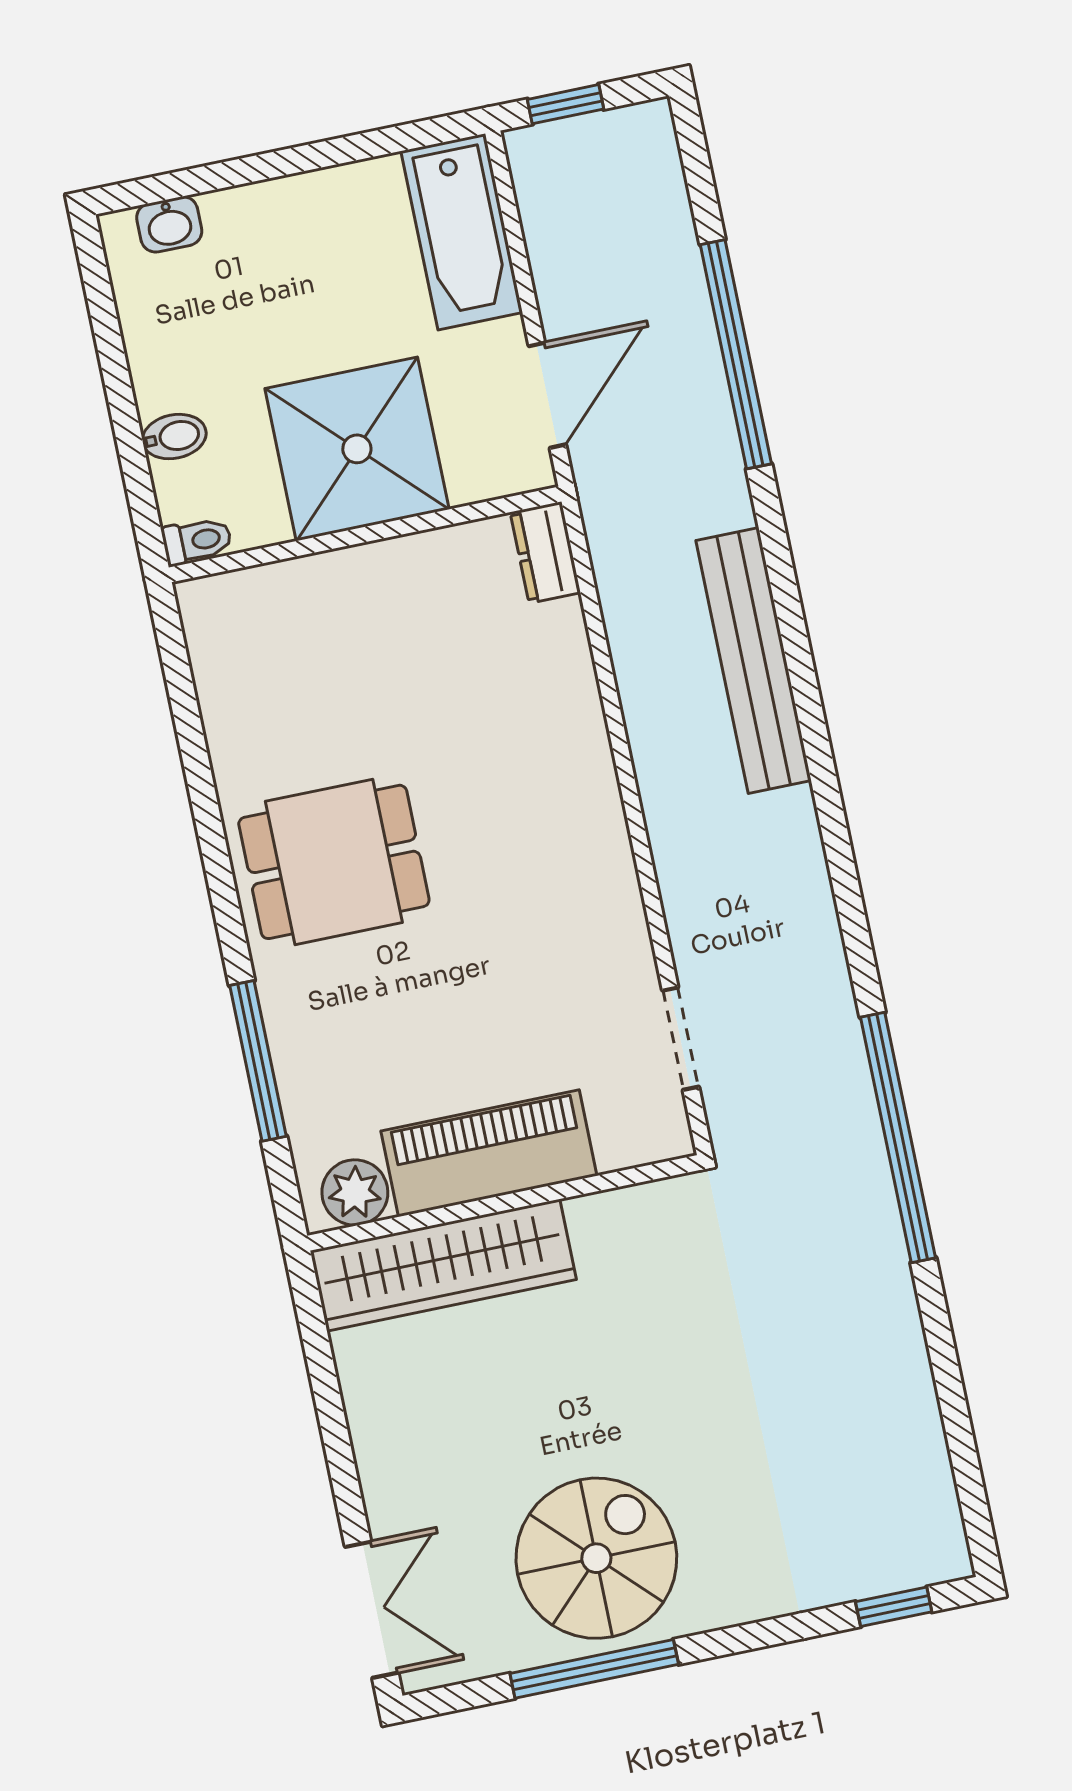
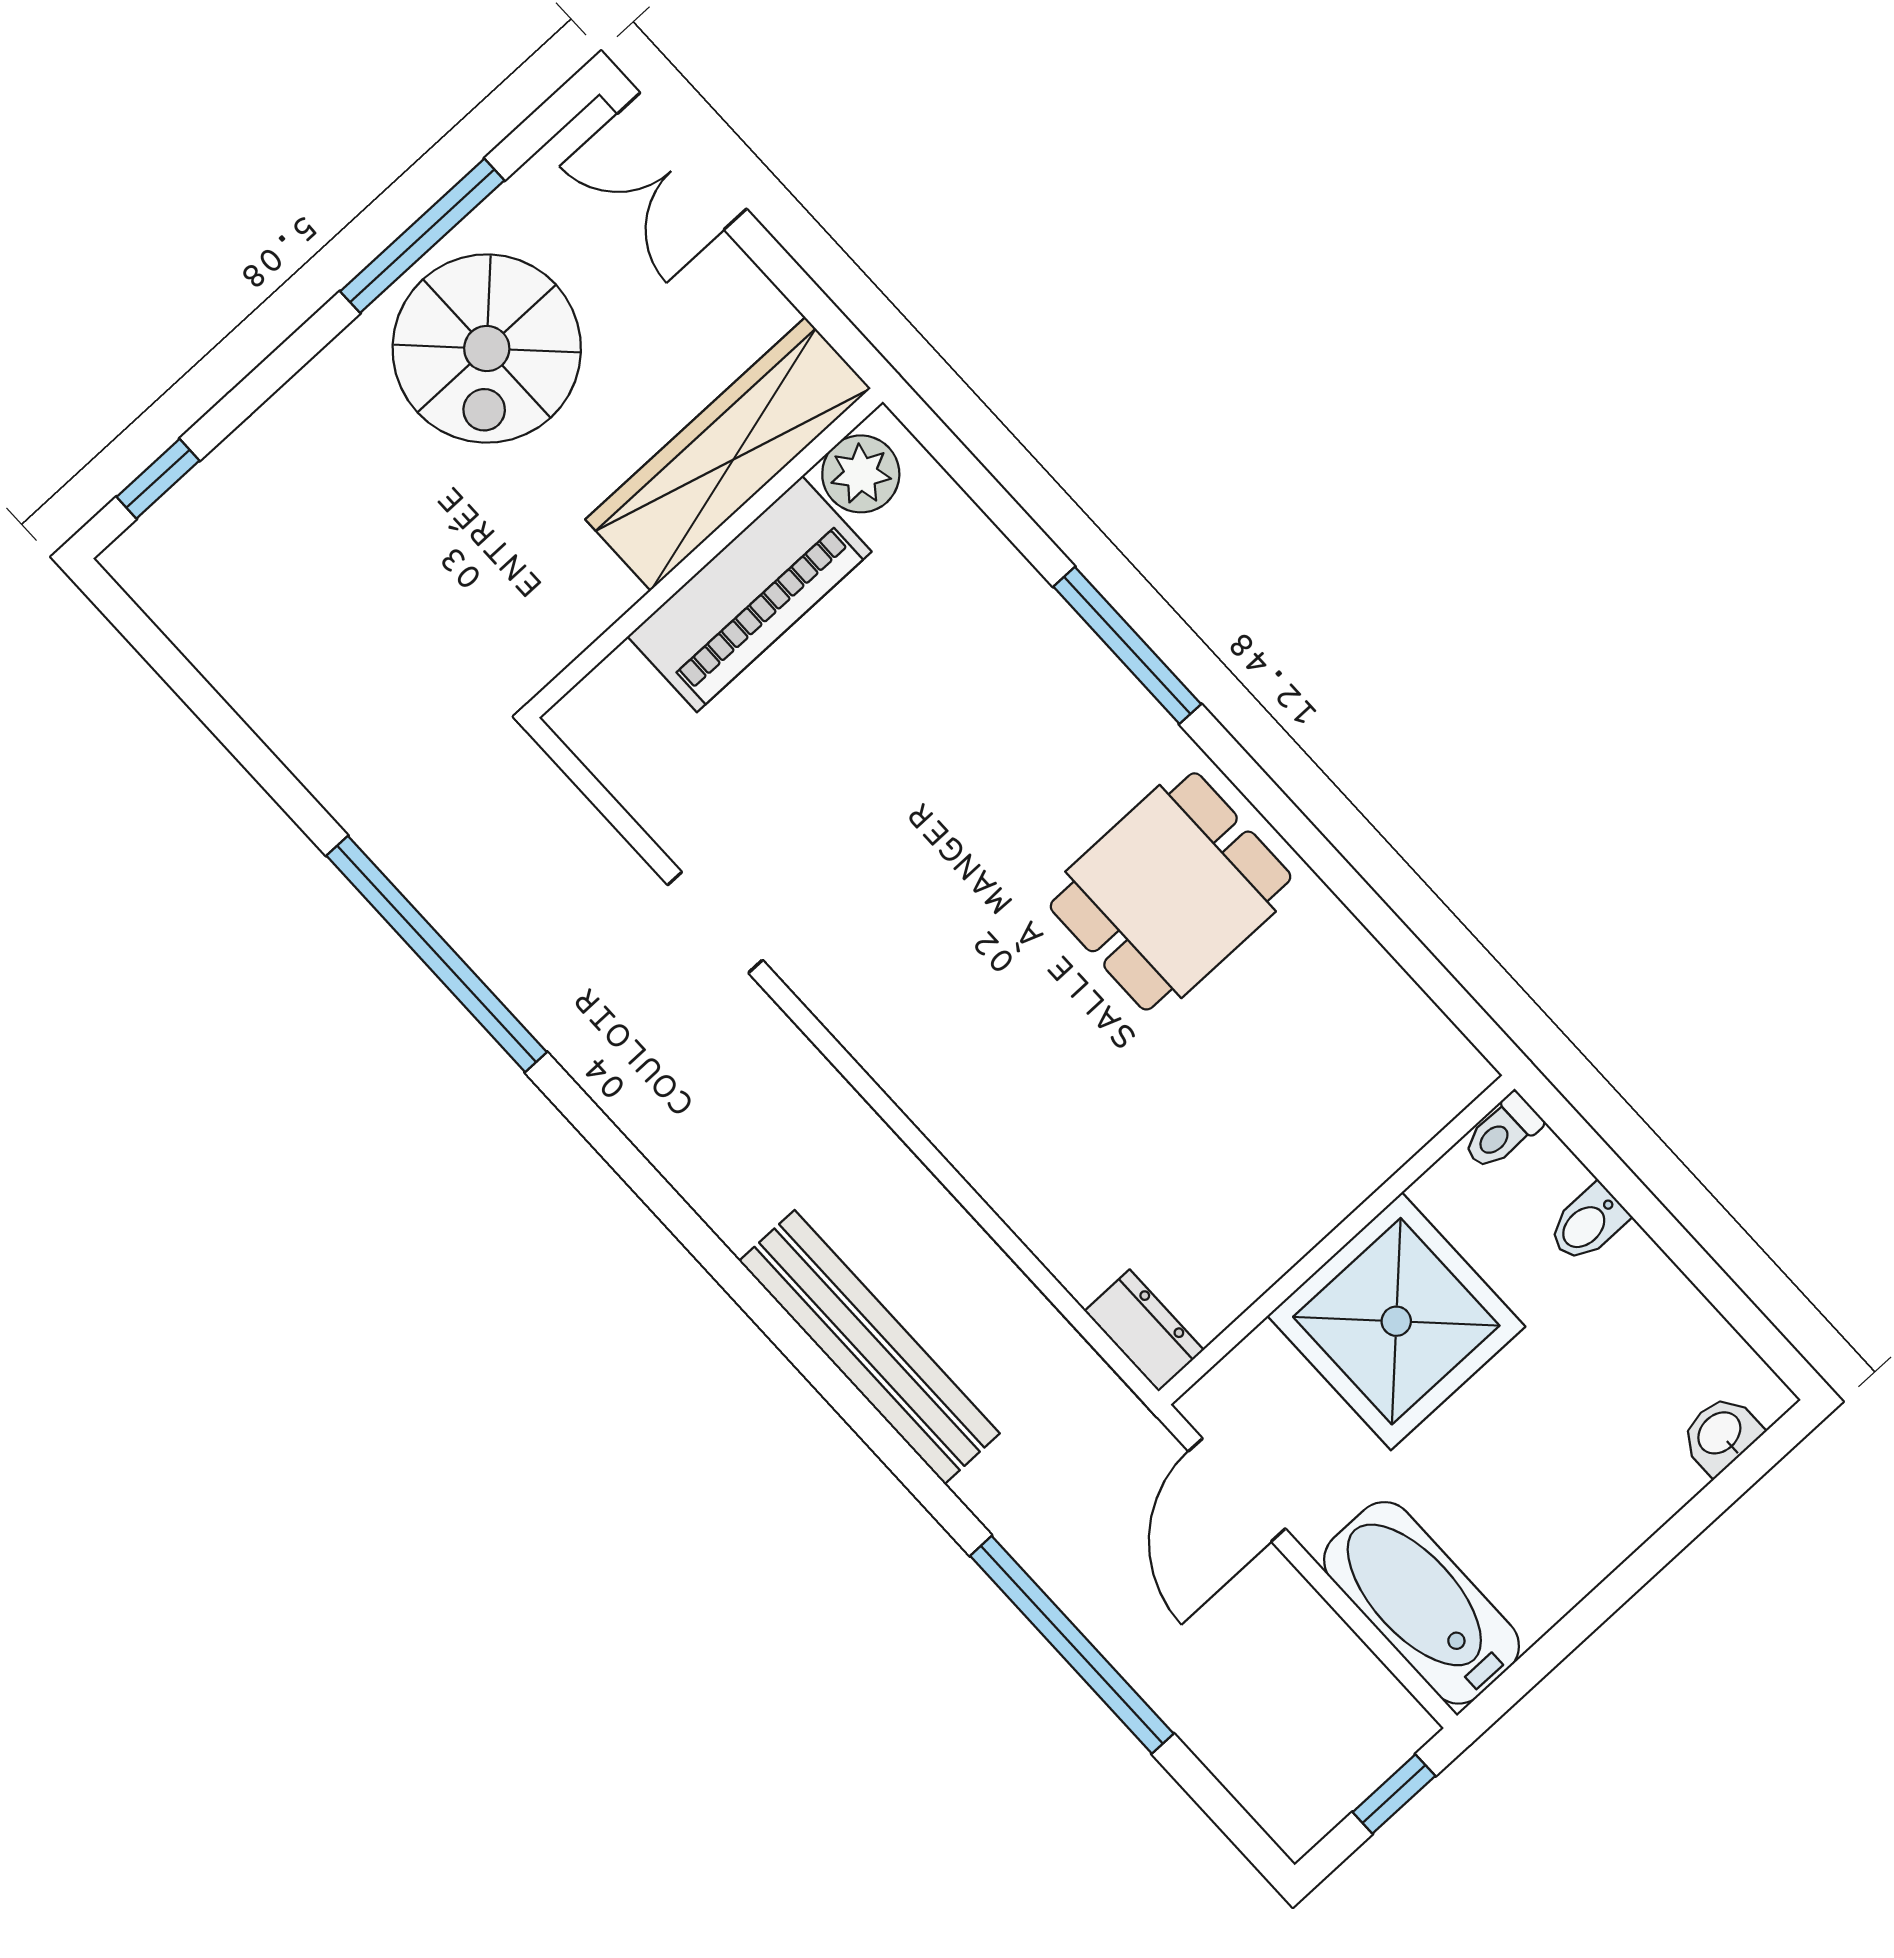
piano: (489, 1153) -> (749, 594), moved
plant: (355, 1192) -> (861, 474), moved
wall: (504, 1203) -> (705, 553), moved
wardrobe: (443, 1265) -> (728, 454), moved

